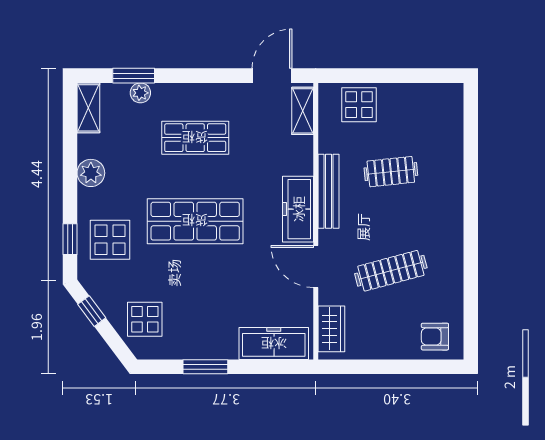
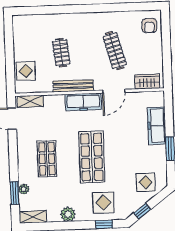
freezer: (274, 344) -> (157, 126), moved

